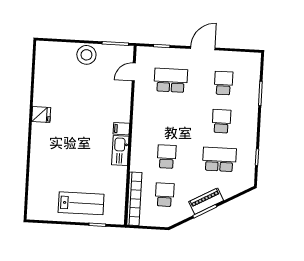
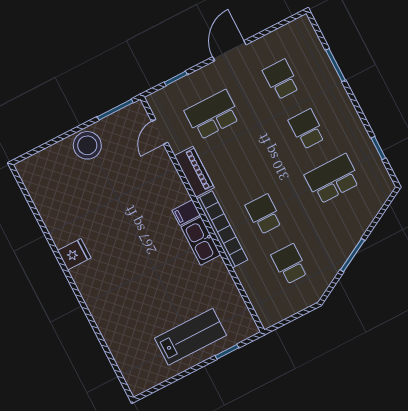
bookcase: (134, 199) -> (222, 229), moved
piano: (206, 201) -> (194, 172), moved, turned 119

